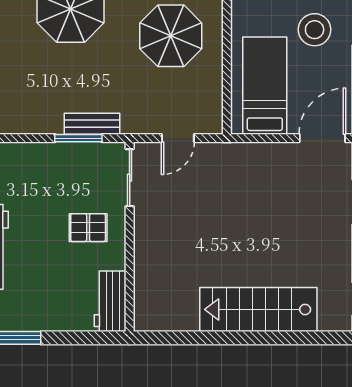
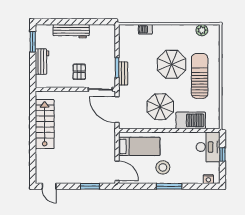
door: (178, 138) -> (117, 110), width x1.87
workbench: (110, 301) -> (42, 62), moved, turned 90
stairs: (258, 309) -> (45, 124), moved

